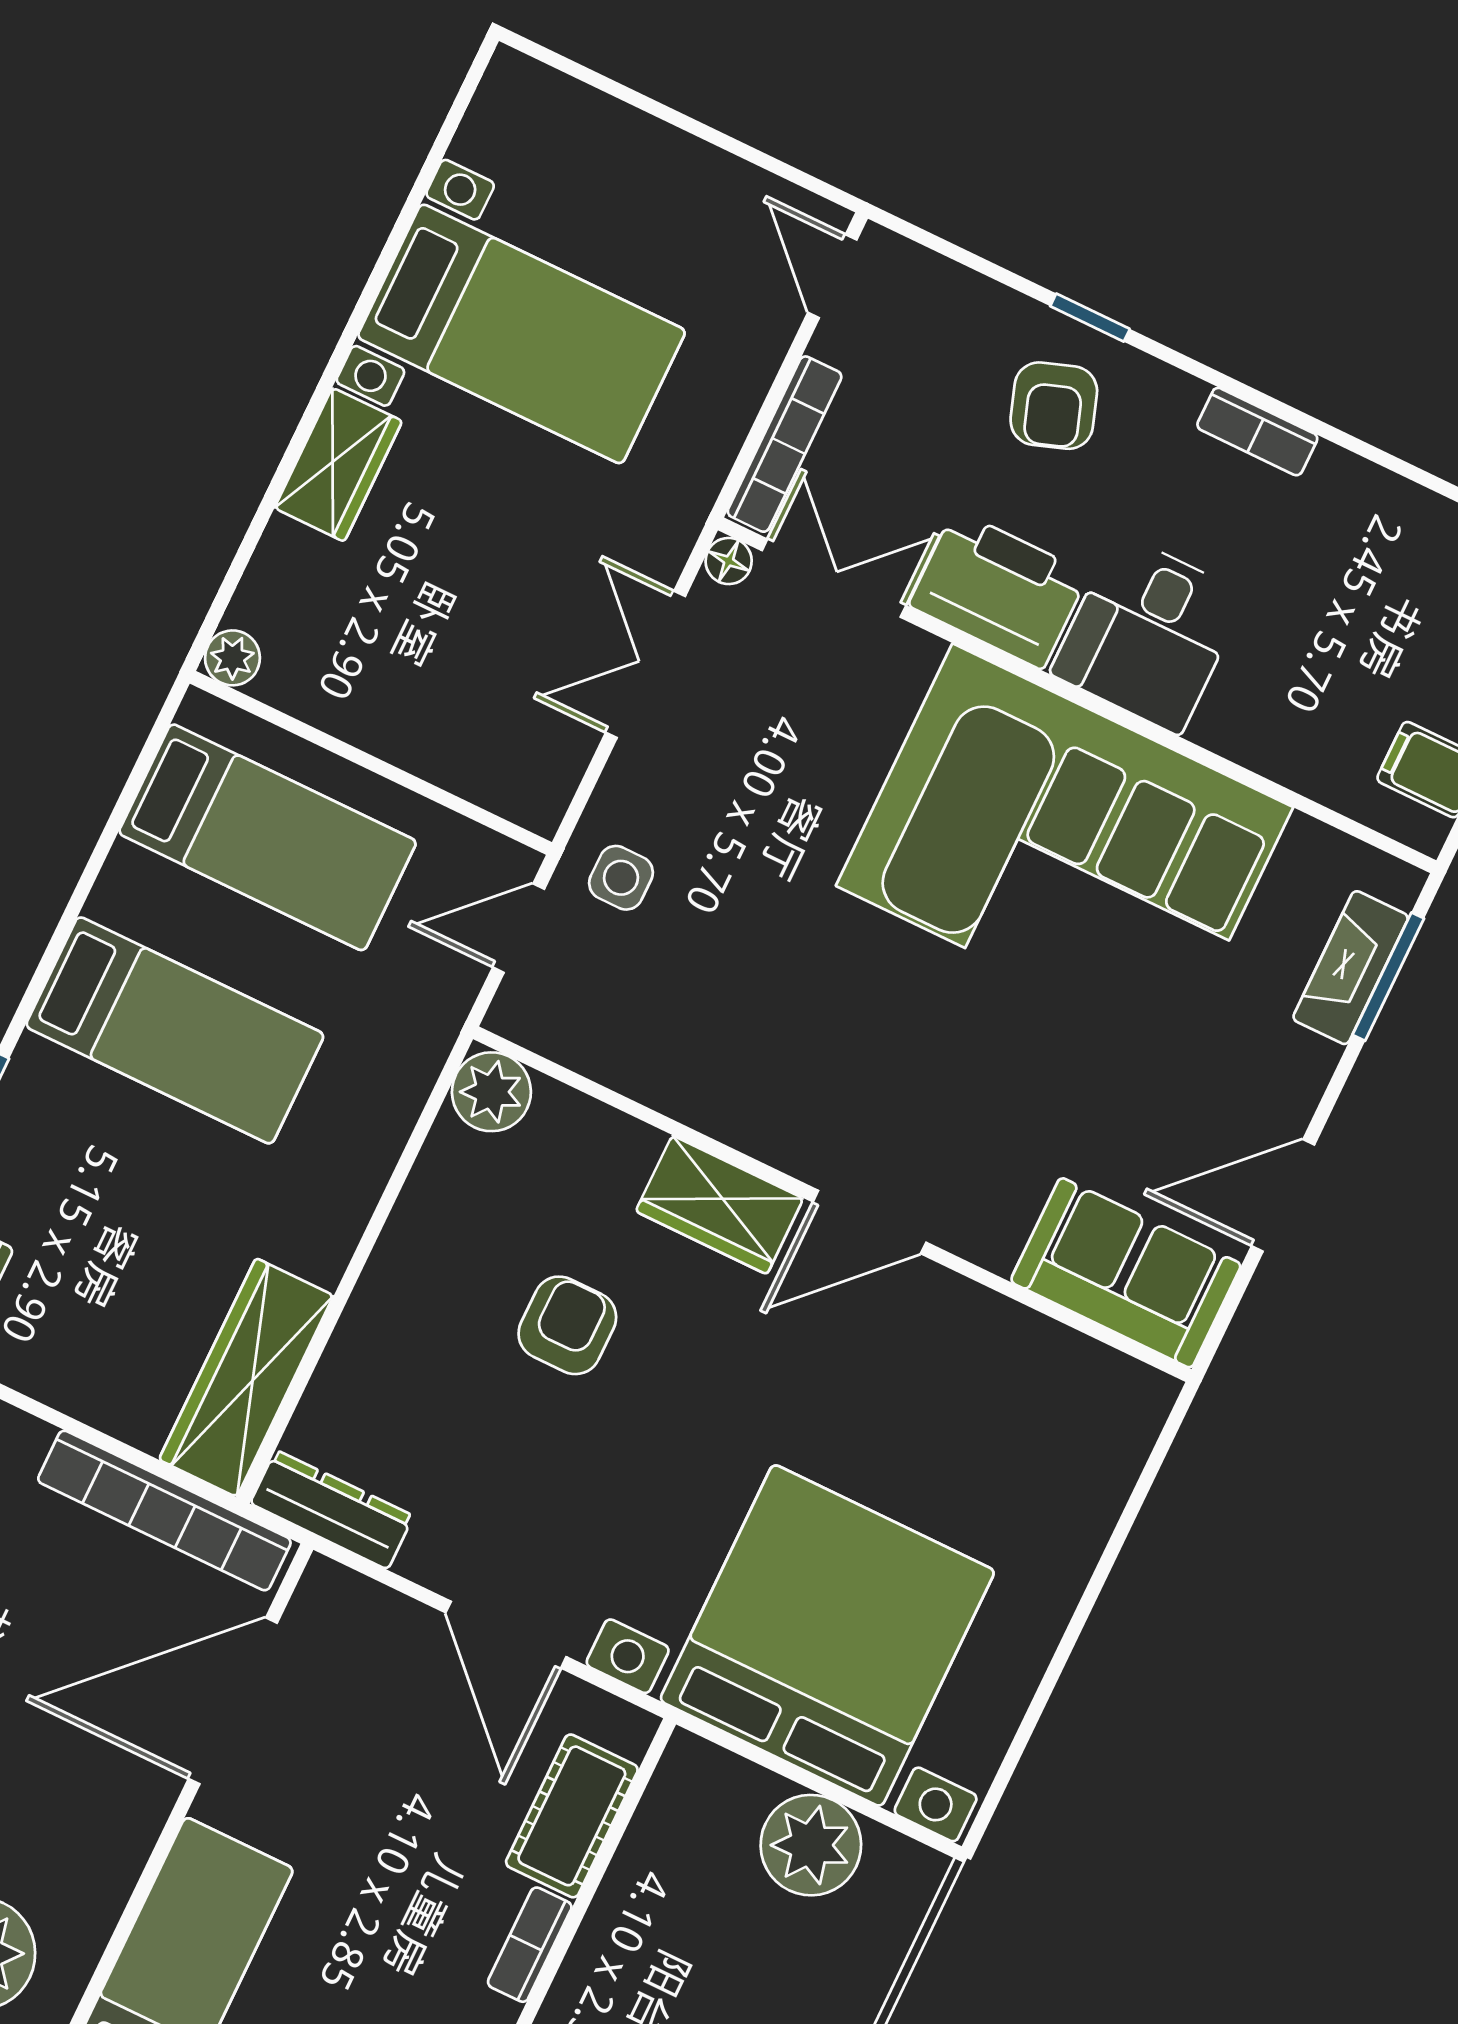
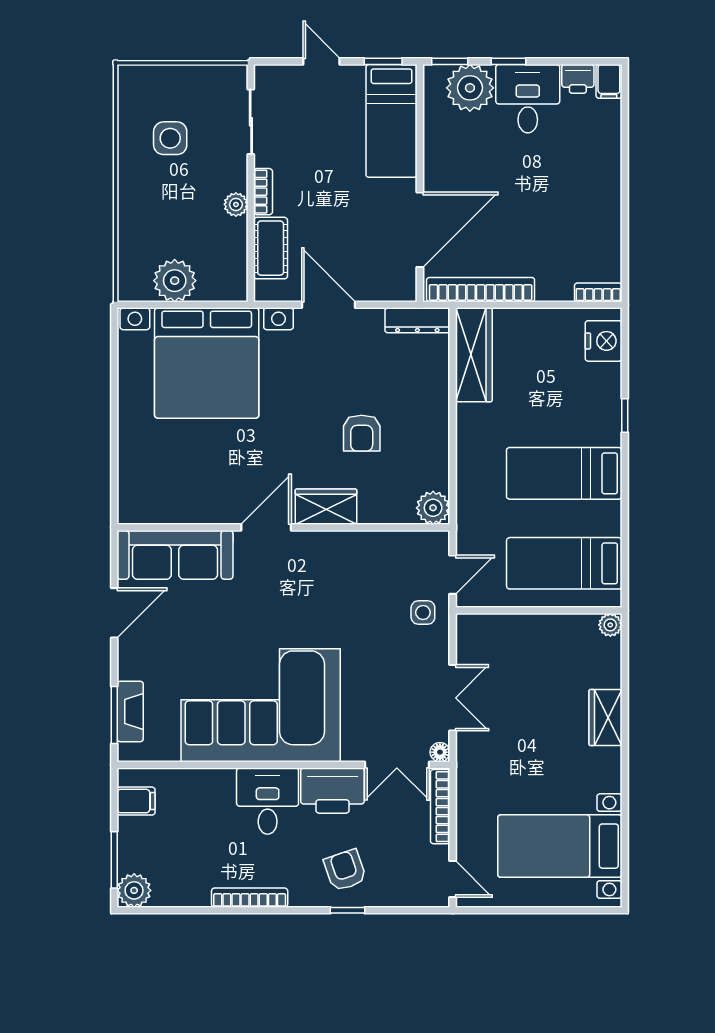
bed with nightstands: (521, 334) -> (560, 846), moved
bookcase: (1257, 432) -> (250, 898), width x1.56
sofa: (1126, 1273) -> (175, 555), width x1.36
plant: (601, 1945) -> (236, 204), added

